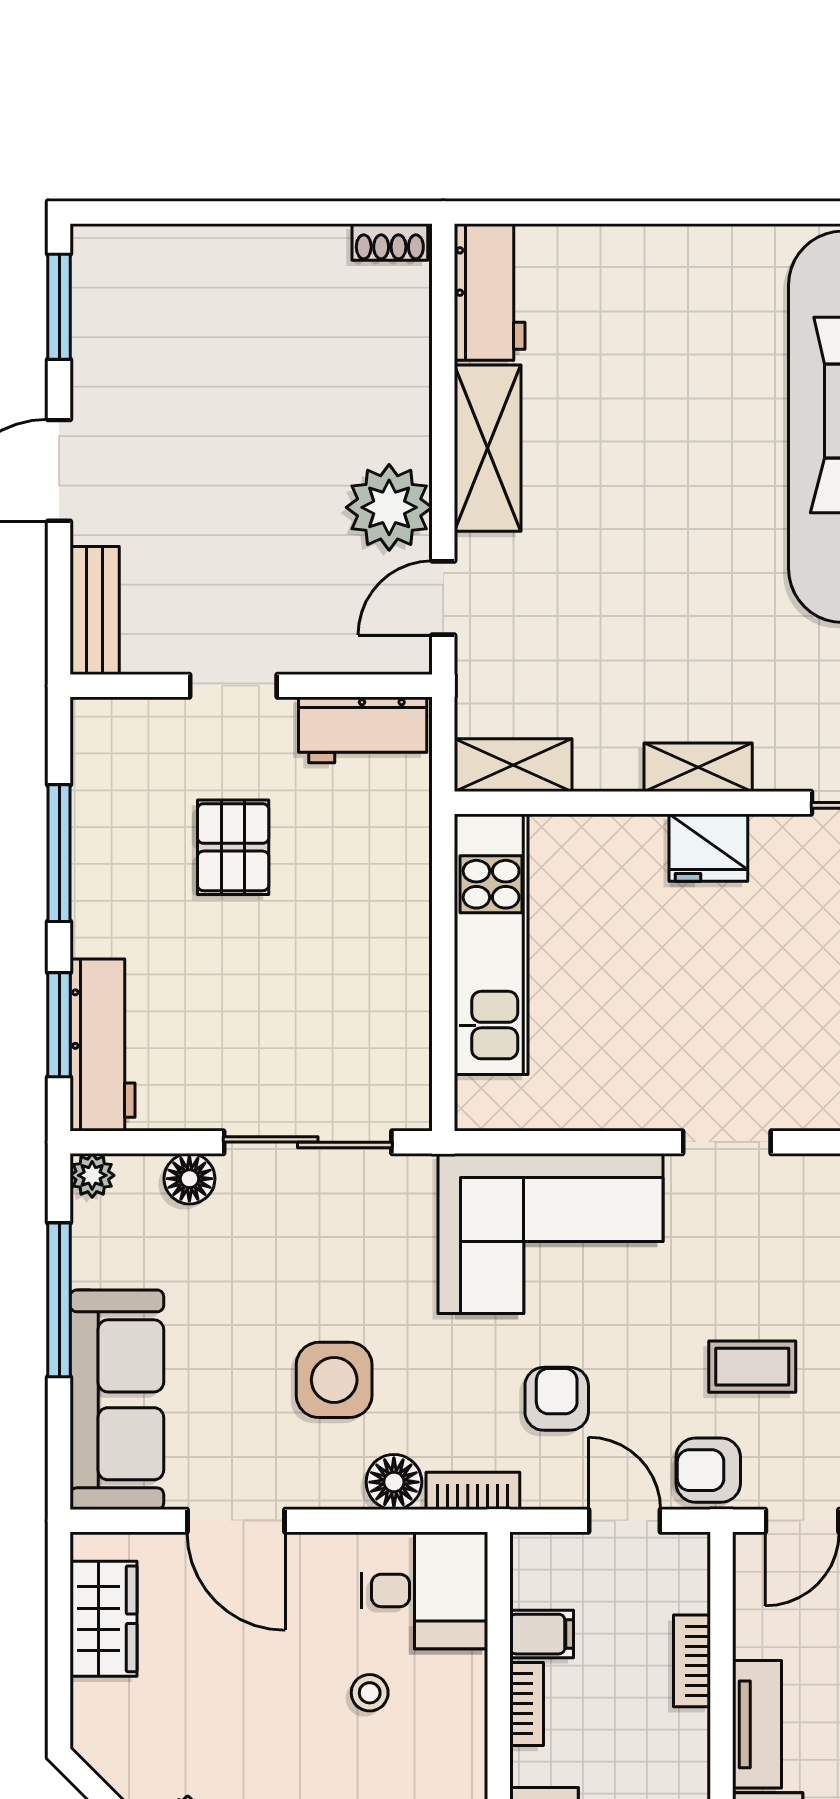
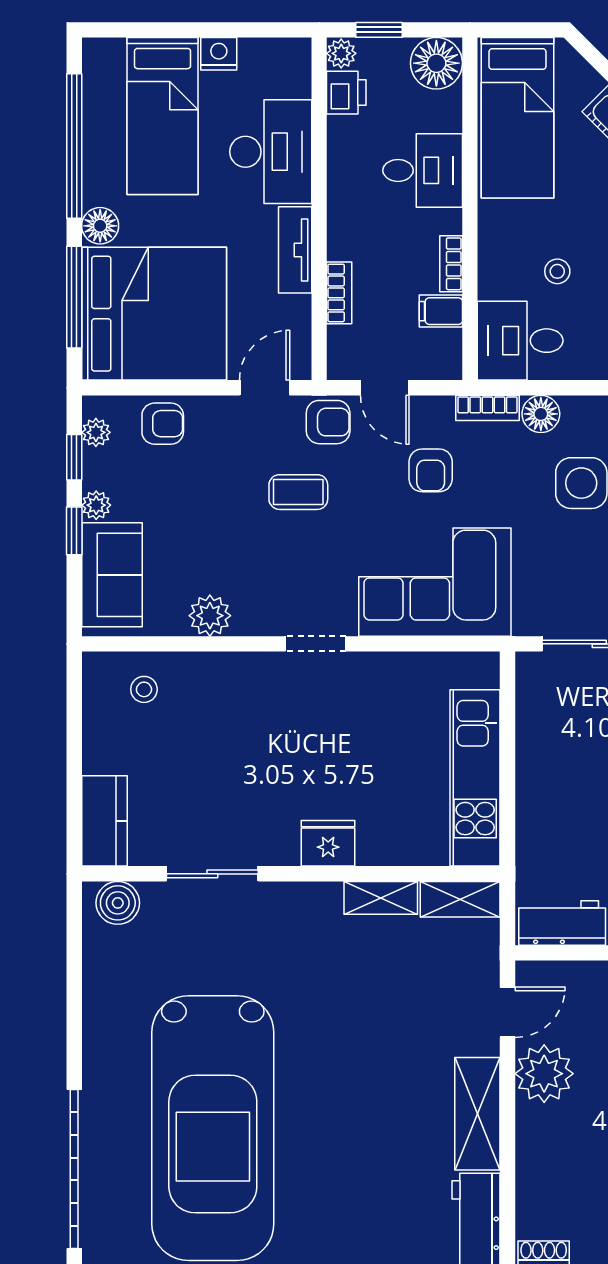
shelving: (698, 767) -> (381, 898), moved

